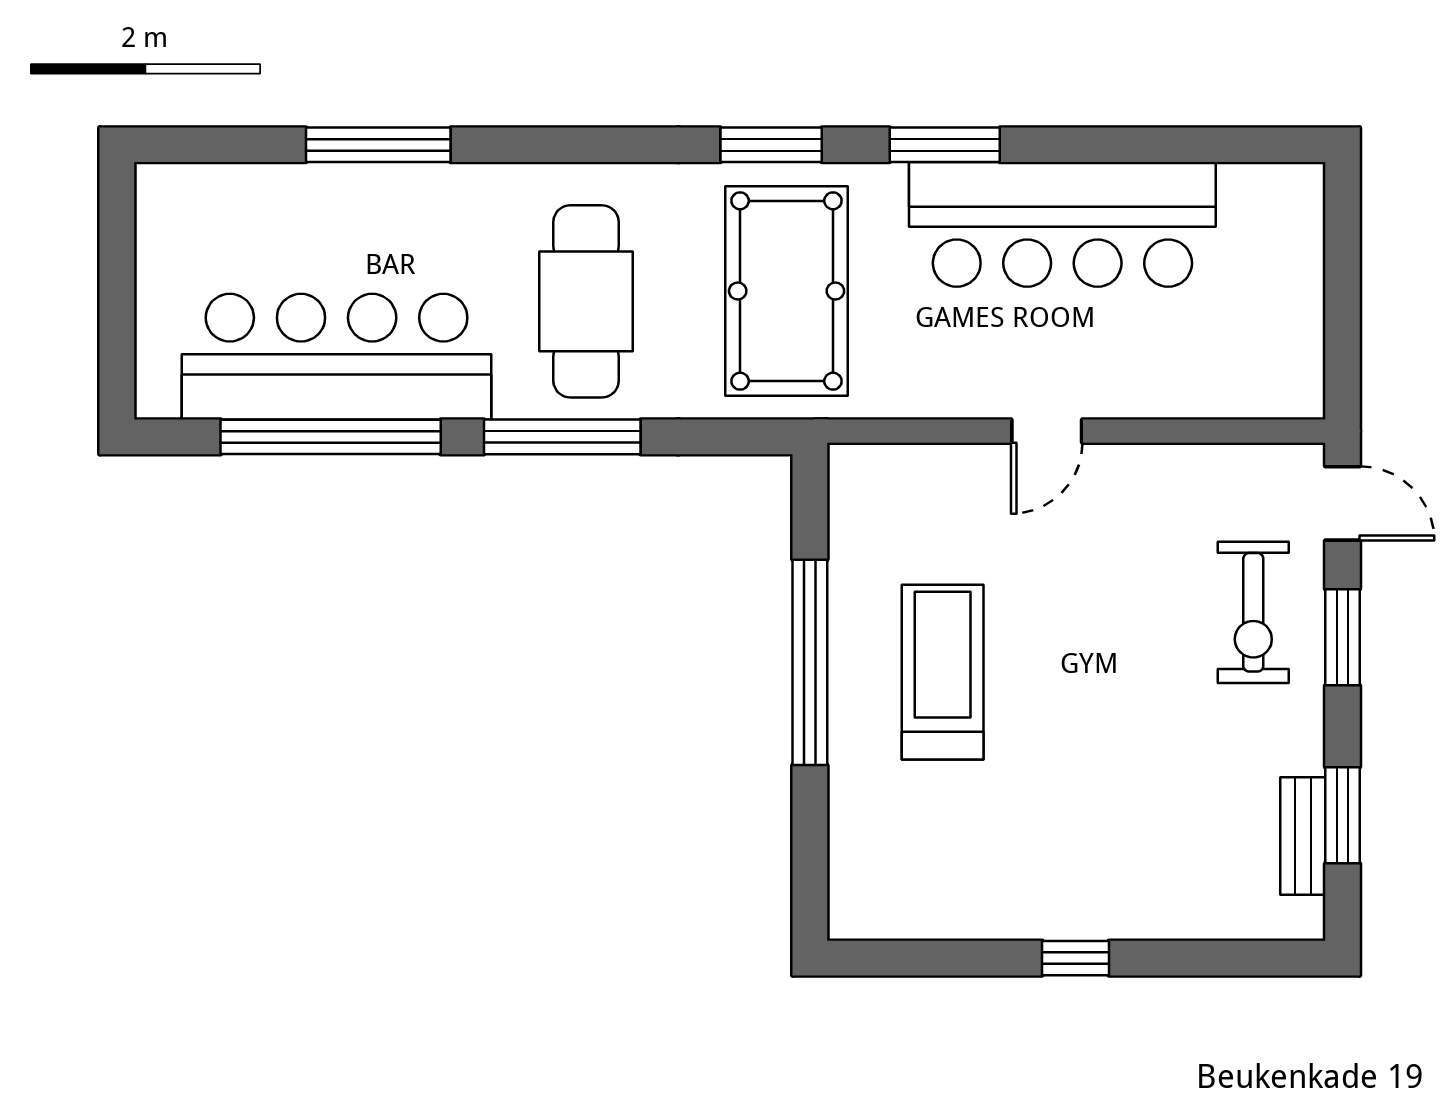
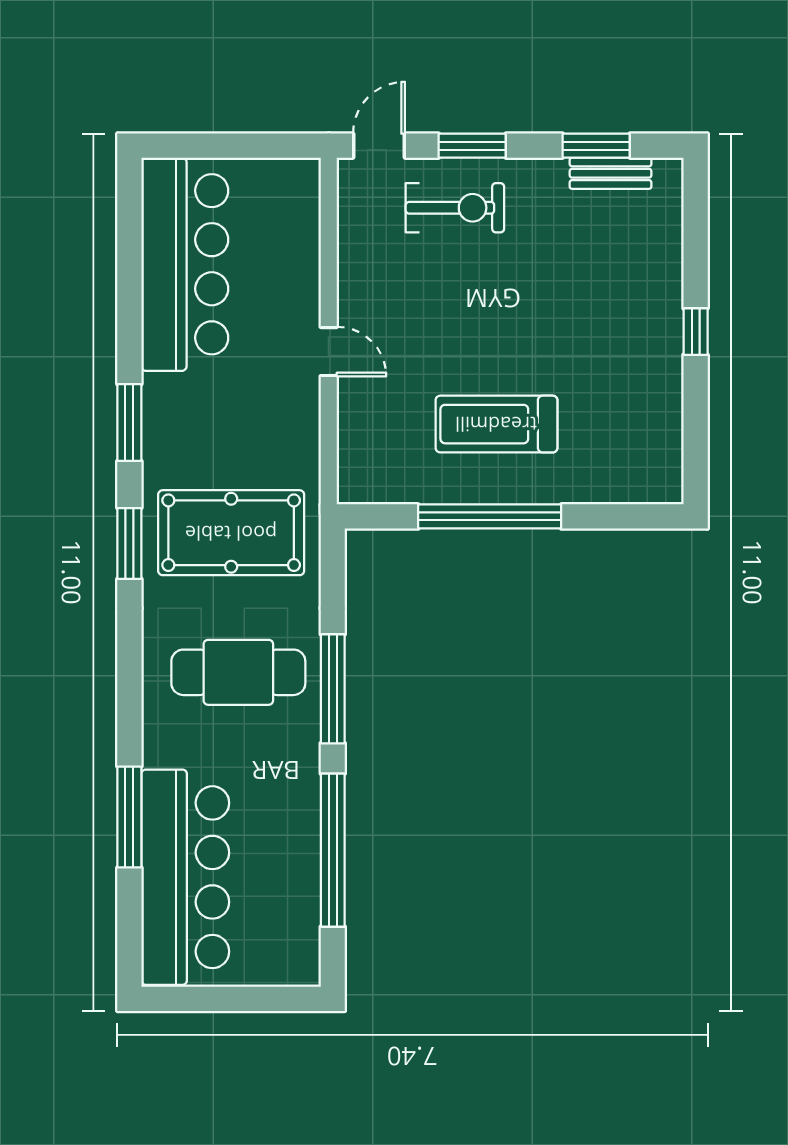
bar counter: (1062, 224) -> (185, 264), moved
bar counter: (337, 357) -> (185, 877), moved, turned 180

